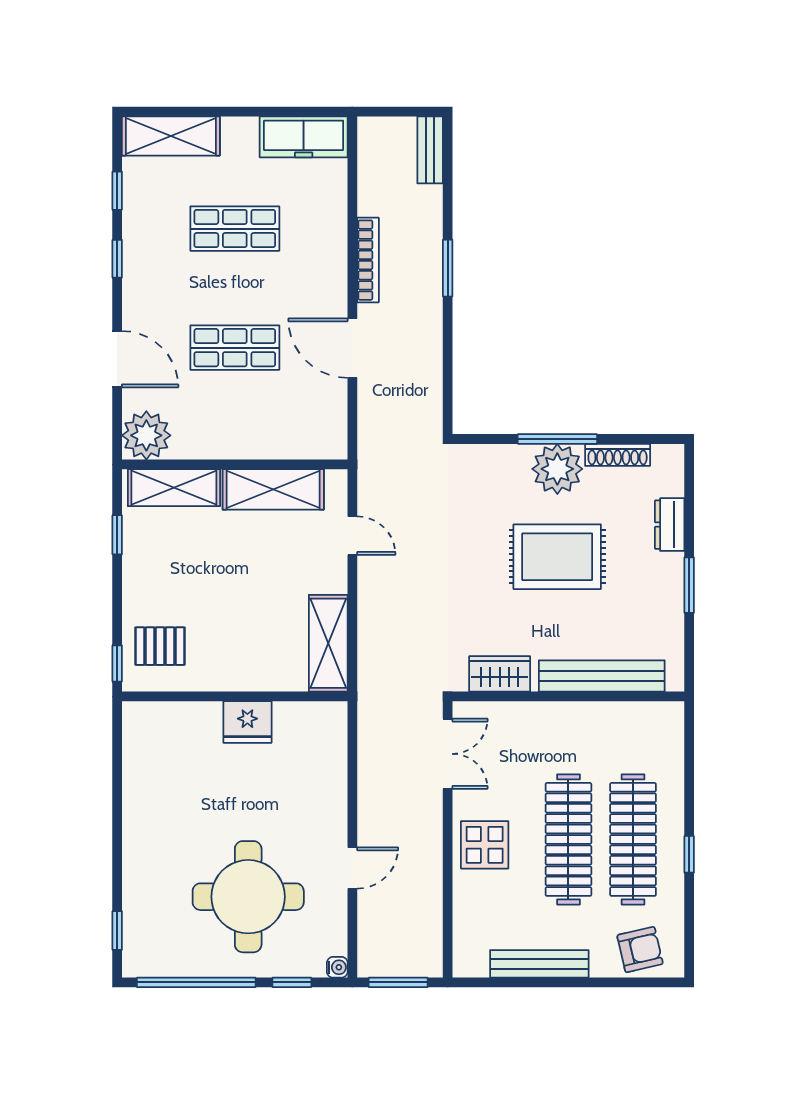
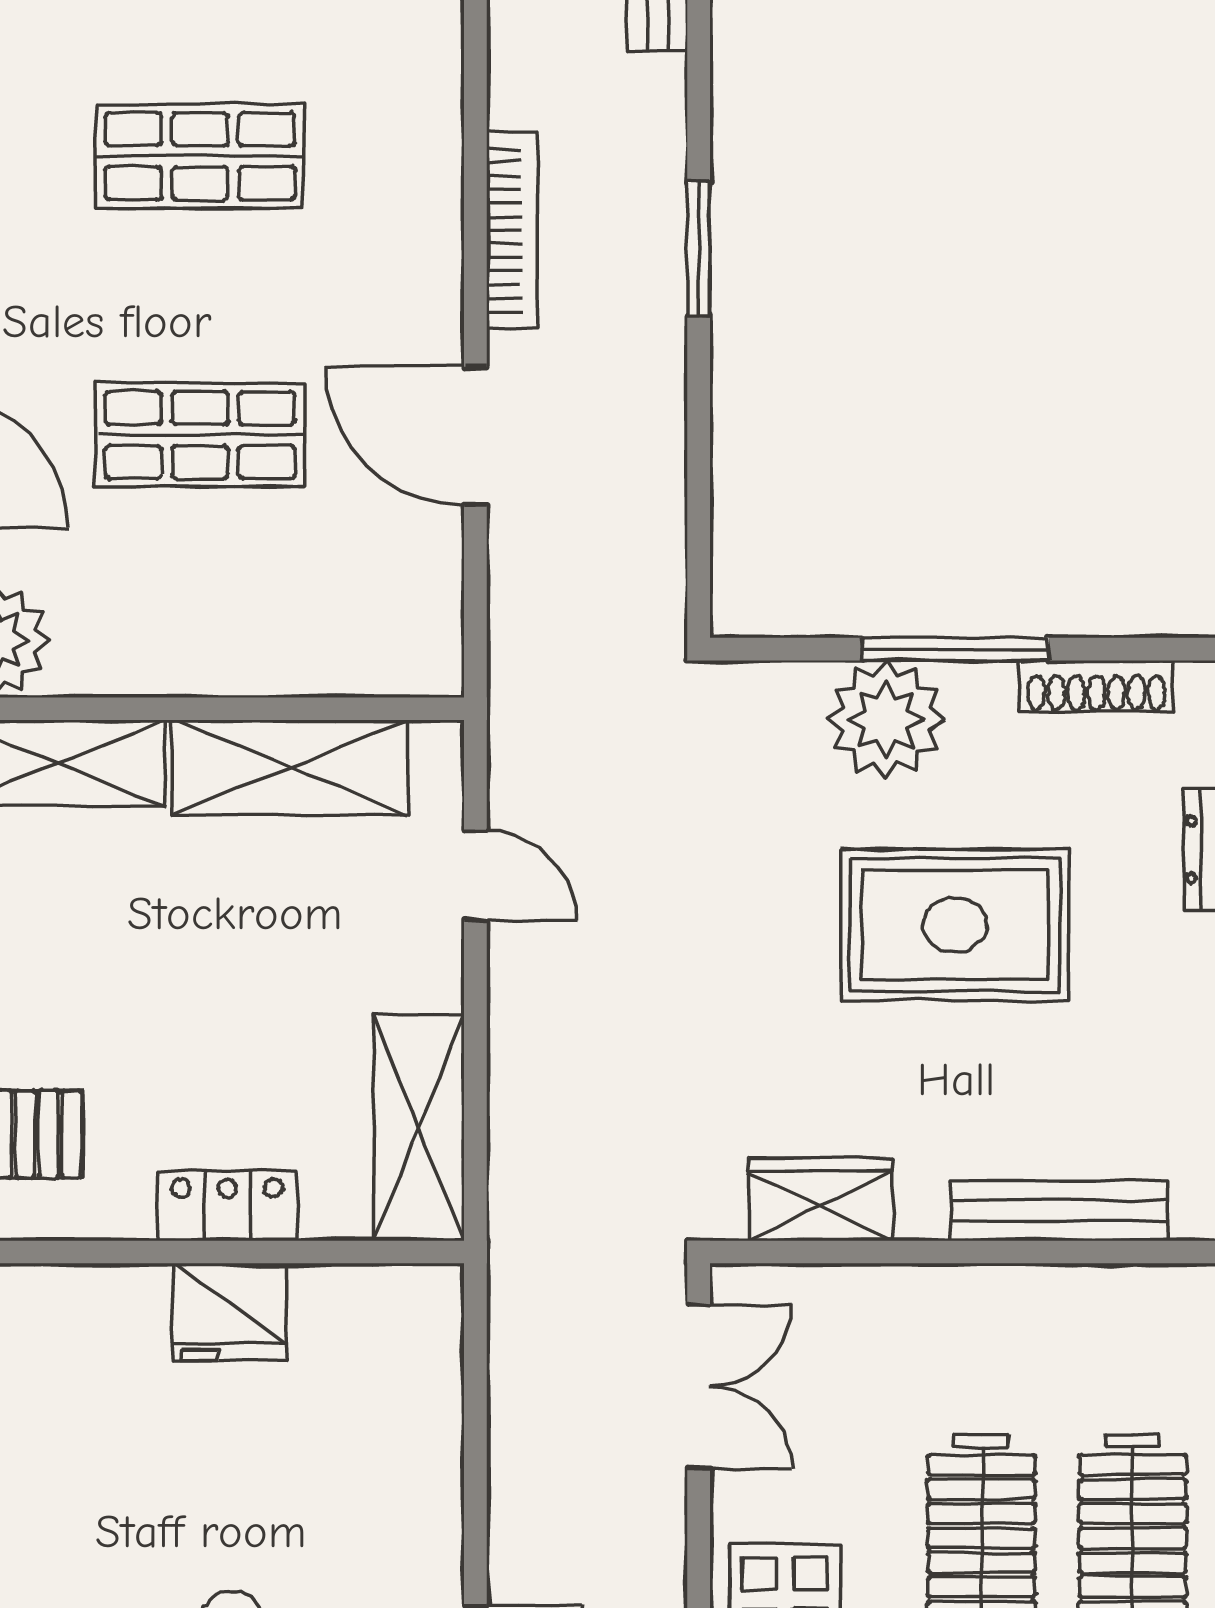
plant: (557, 469) -> (886, 719), moved
bench: (602, 676) -> (1059, 1211), width x0.73, depth x0.82
locker: (246, 677) -> (227, 1206), added

